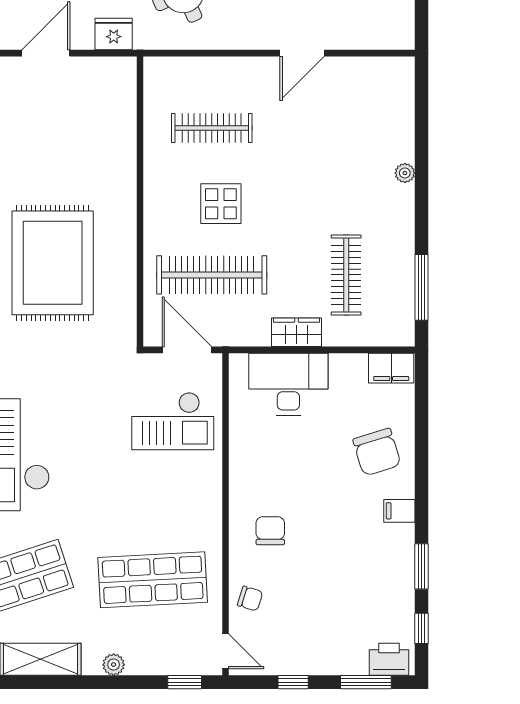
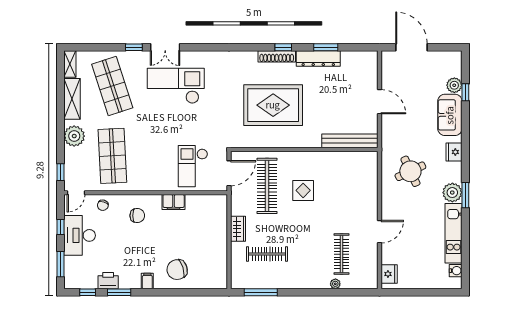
fridge: (114, 34) -> (389, 274), moved
door: (302, 53) -> (380, 232), swing flipped
bench: (123, 112) -> (350, 141), added
clothes rail: (212, 128) -> (342, 254), moved
plant: (405, 173) -> (335, 284), moved
filing cabinet: (391, 368) -> (174, 202), moved, turned -90
desk: (288, 384) -> (80, 235), moved, turned 180
printer: (389, 659) -> (108, 281), moved, turned -90
plant: (114, 665) -> (74, 136), width x1.87, depth x1.87

